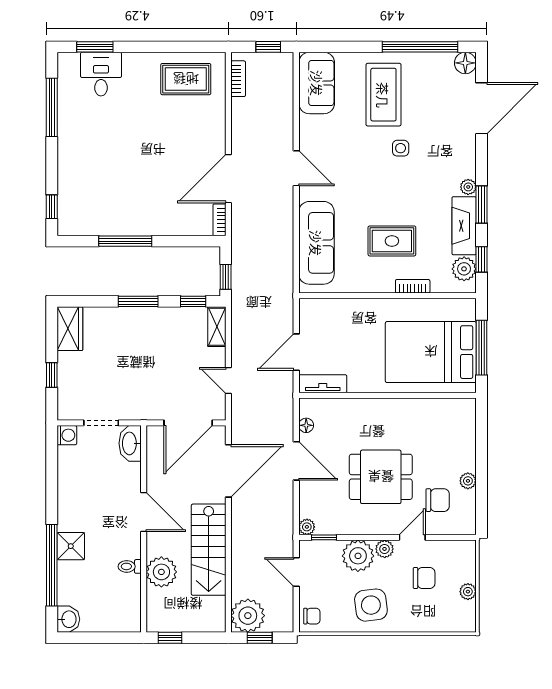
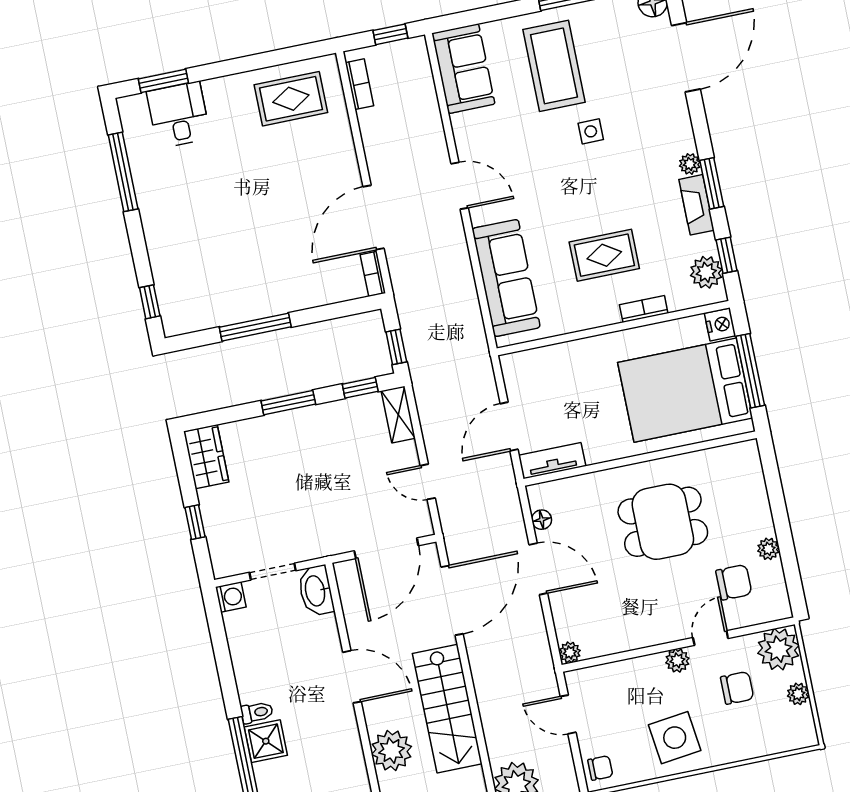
fireplace: (464, 226) -> (696, 205), width x0.73, depth x0.76
nightstand: (466, 309) -> (720, 324), added
dining table: (381, 477) -> (663, 522), moved
window: (324, 537) -> (595, 662), removed
plant: (358, 556) -> (778, 649), moved
toilet: (130, 566) -> (257, 712), moved, turned 180

